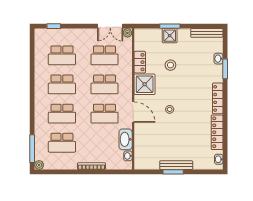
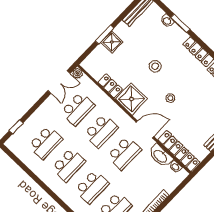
stool: (170, 65) -> (155, 66), moved
locker: (140, 148) -> (179, 151), added

